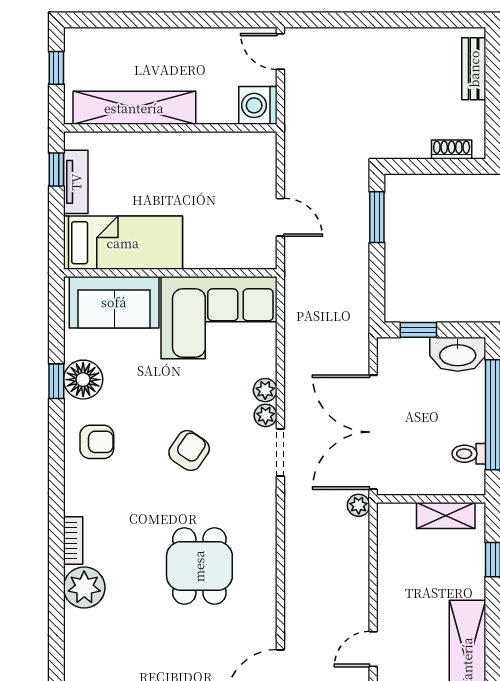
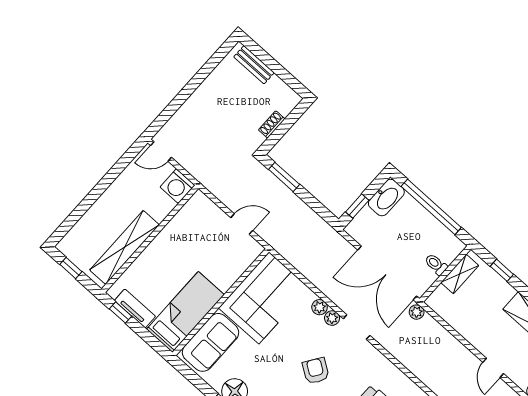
shoe rack: (452, 150) -> (272, 124), moved
toilet: (469, 454) -> (436, 264), moved, turned 90

